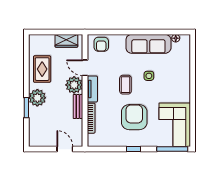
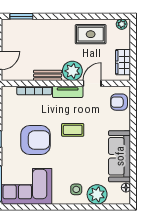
plant: (182, 63) -> (97, 194), added
side table: (149, 76) -> (76, 189), moved
plant: (37, 98) -> (122, 24), moved, width x0.53, depth x0.53
window: (26, 108) -> (21, 16), moved

